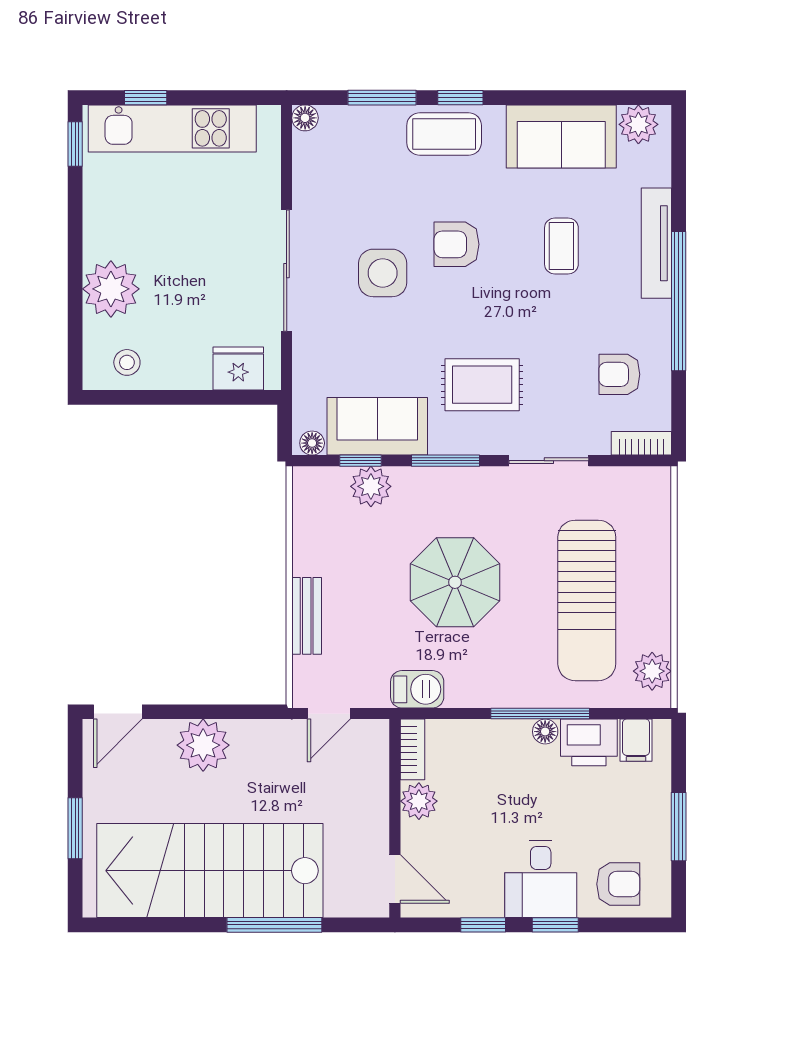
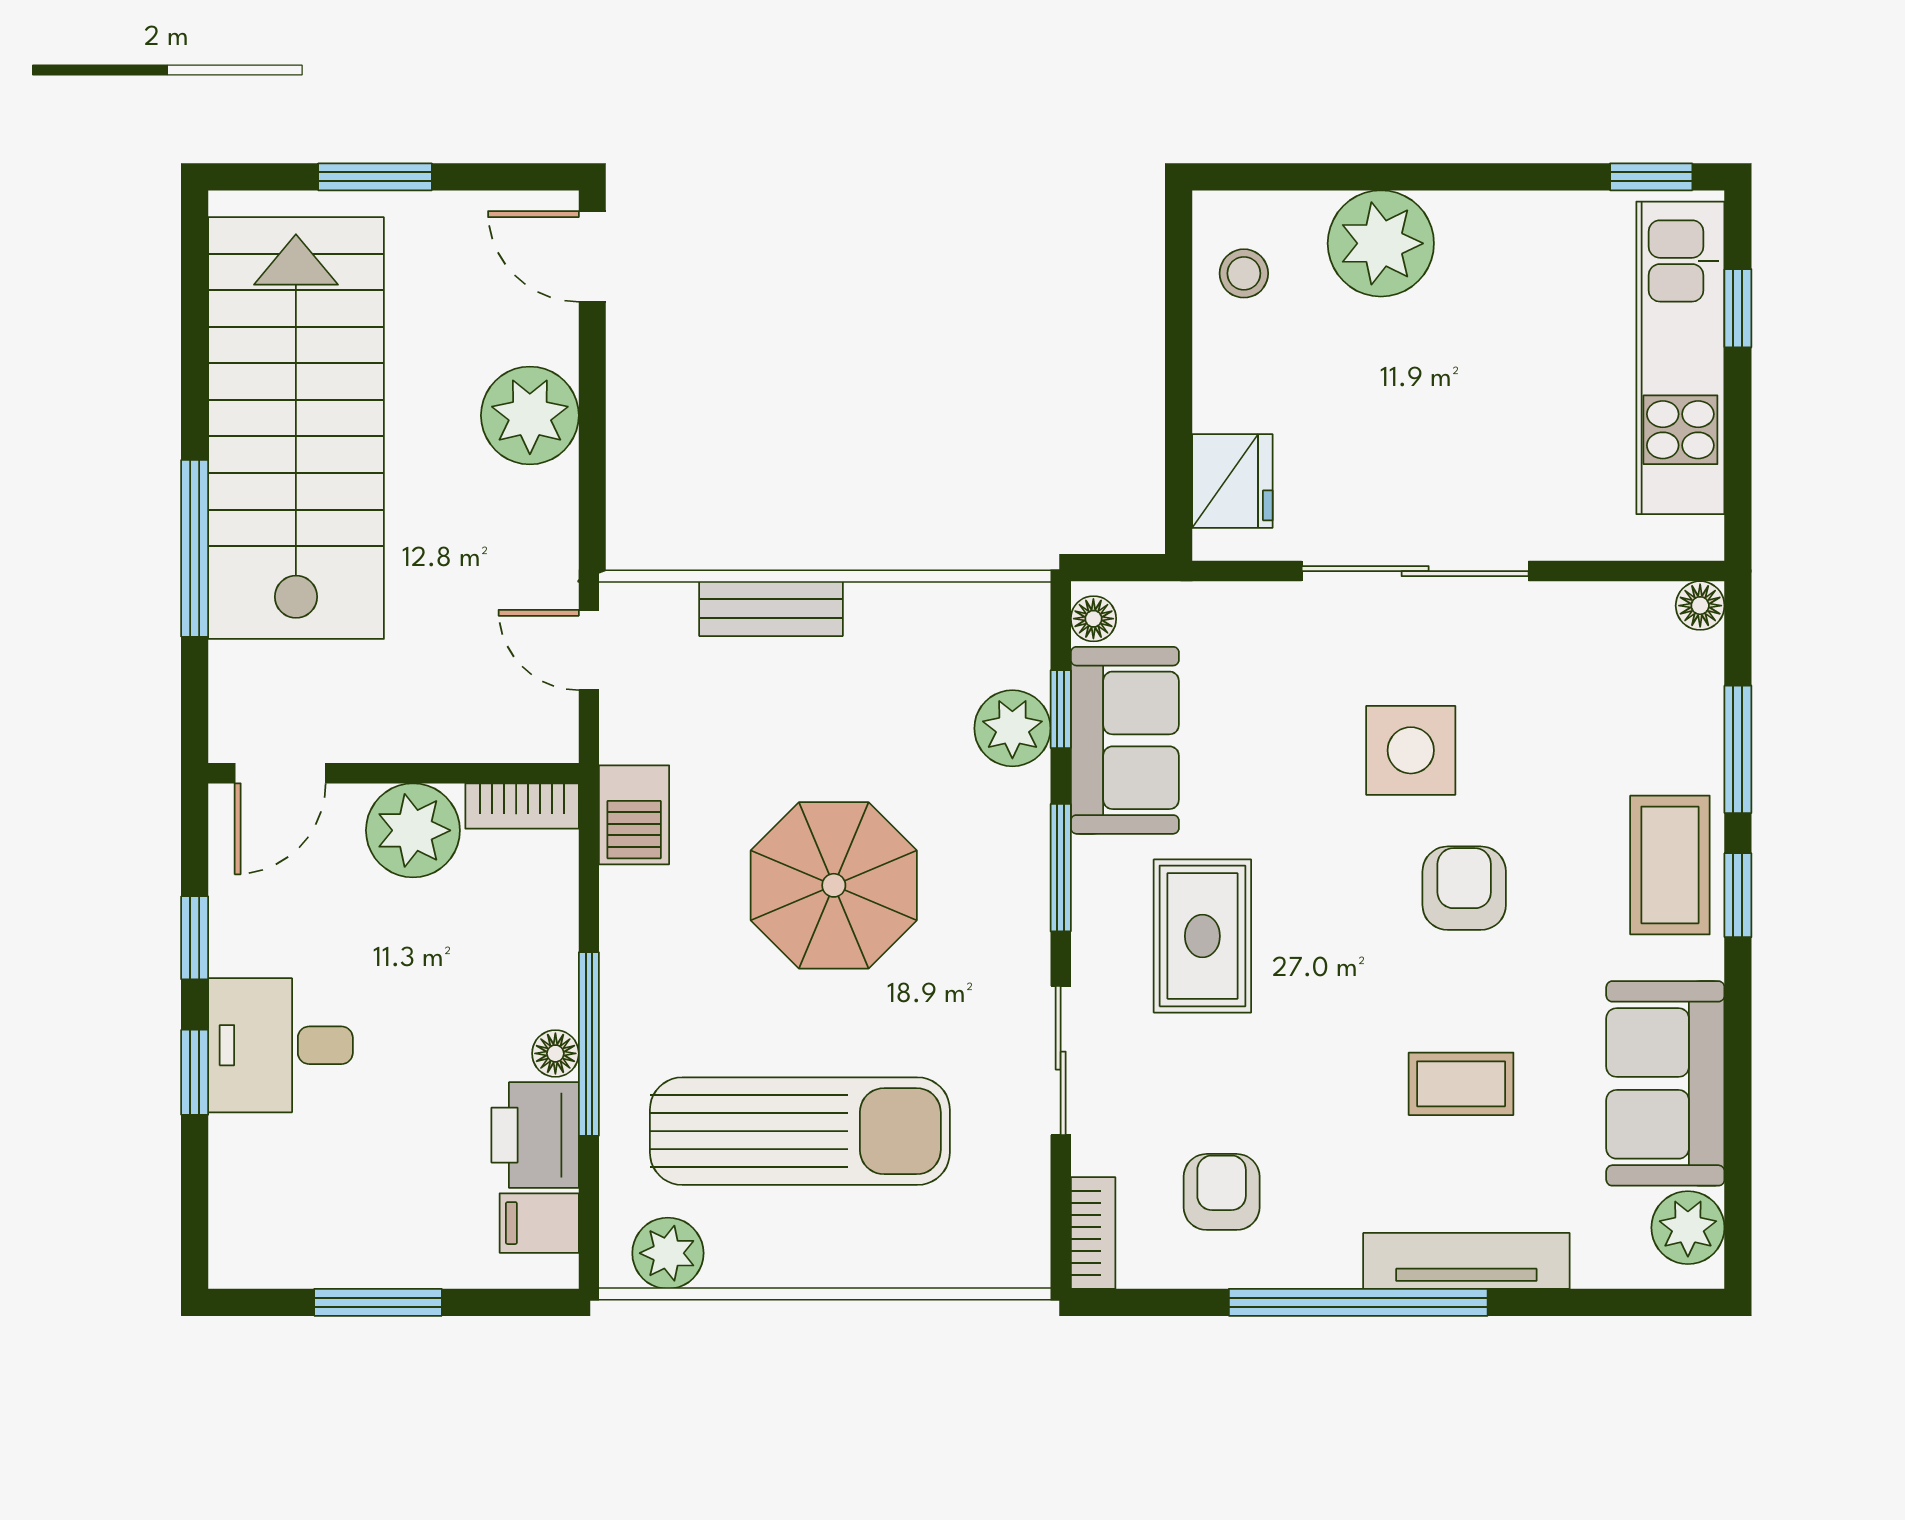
sun lounger: (587, 600) -> (800, 1131), turned 180
plant: (419, 801) -> (413, 830), width x1.36, depth x1.36
armchair: (618, 884) -> (271, 1190), removed

